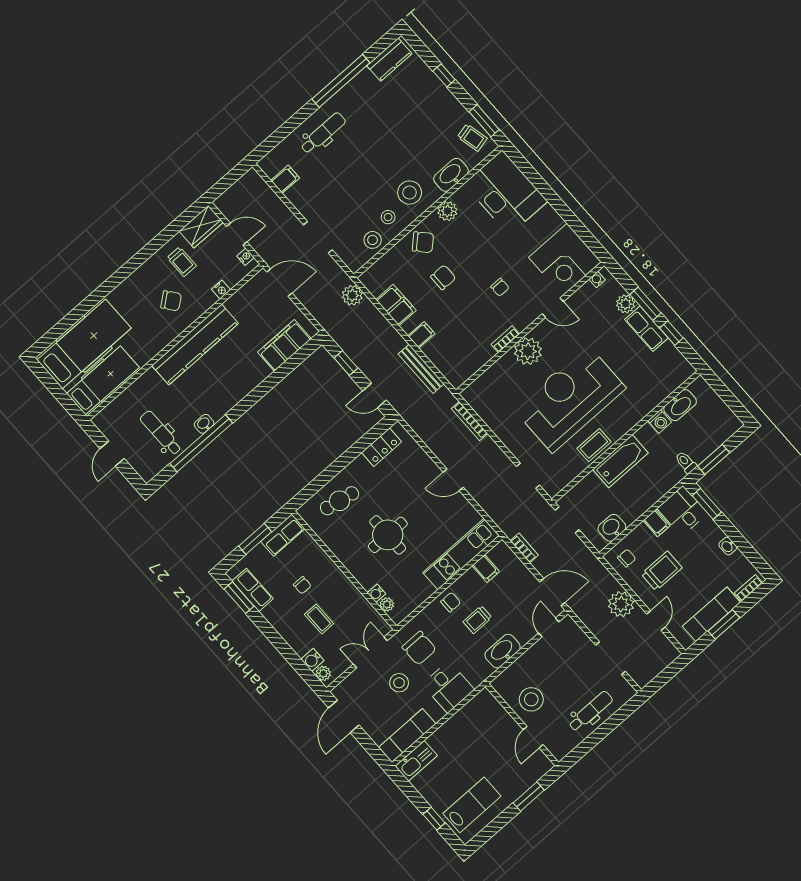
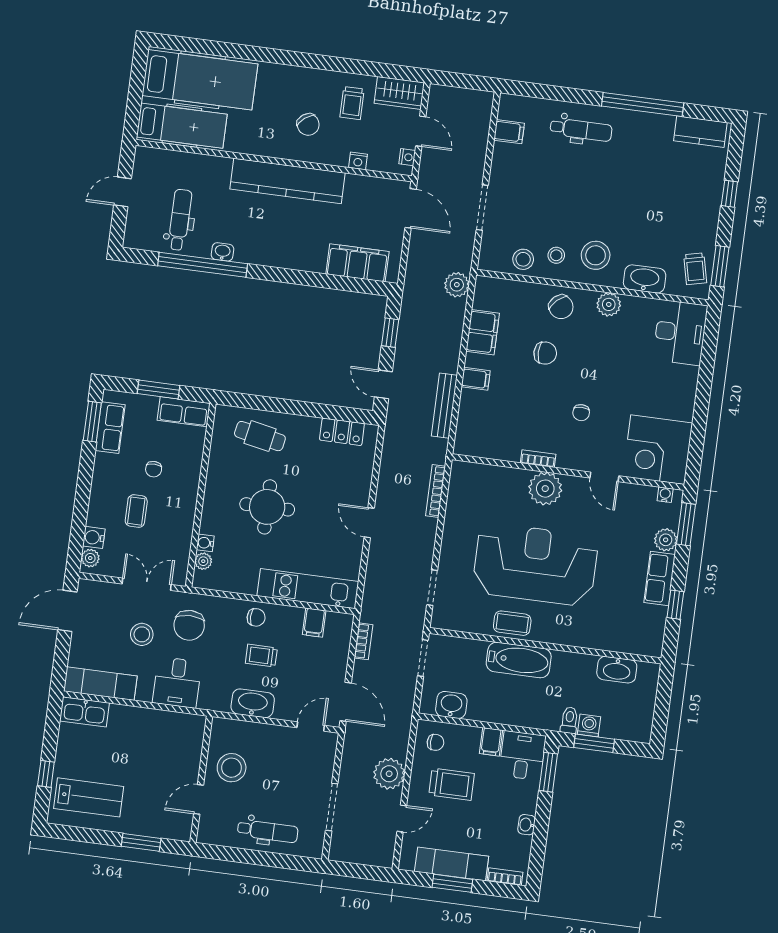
desk: (506, 193) -> (680, 333), width x0.73, depth x0.77
window: (645, 304) -> (686, 524), moved
washing machine: (660, 421) -> (589, 725), moved, turned 180

